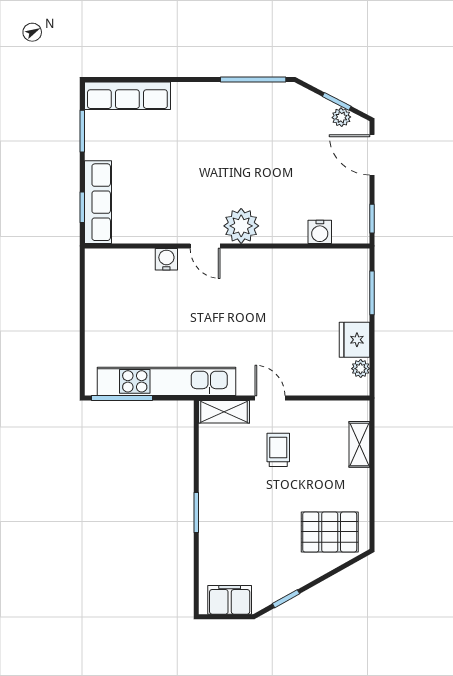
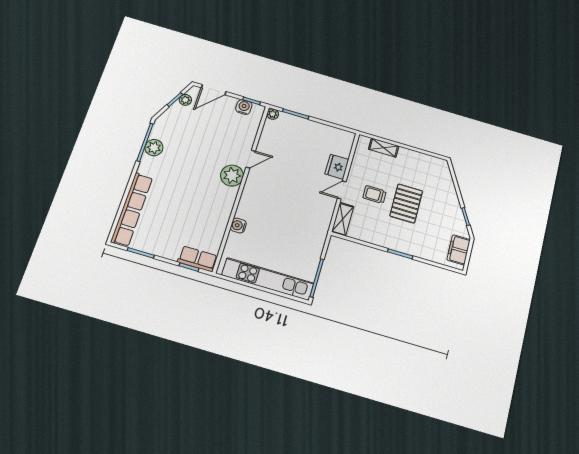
row of seats: (127, 96) -> (132, 209), width x1.36
plant: (249, 96) -> (154, 148), added
row of seats: (98, 202) -> (198, 259), width x0.68
water cooler: (320, 232) -> (244, 107), moved, turned -90
door: (205, 246) -> (251, 159), moved
fridge: (355, 340) -> (337, 167), moved, turned 90
plant: (361, 369) -> (273, 114), moved
kitchen unit: (167, 381) -> (268, 279), moved, turned 90
pallet: (330, 532) -> (406, 203), moved

